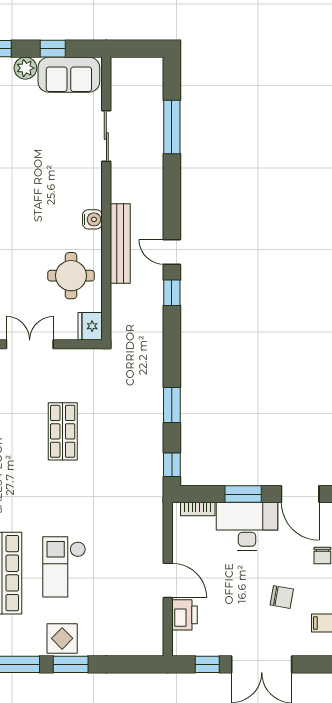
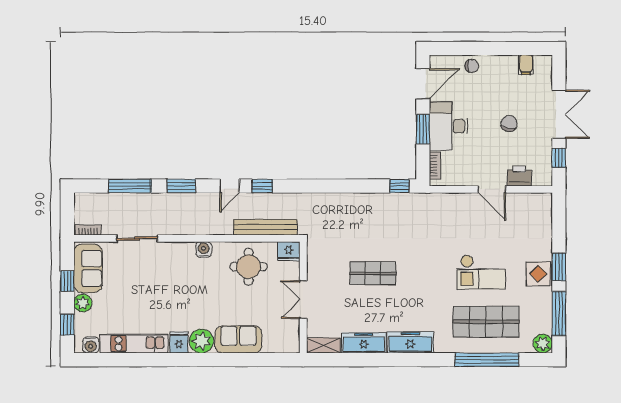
bookcase: (117, 75) -> (88, 230), added
bench: (120, 243) -> (265, 227), moved
window: (172, 405) -> (181, 186), moved
door: (168, 580) -> (492, 189), swing flipped
chair: (282, 597) -> (509, 123), moved

